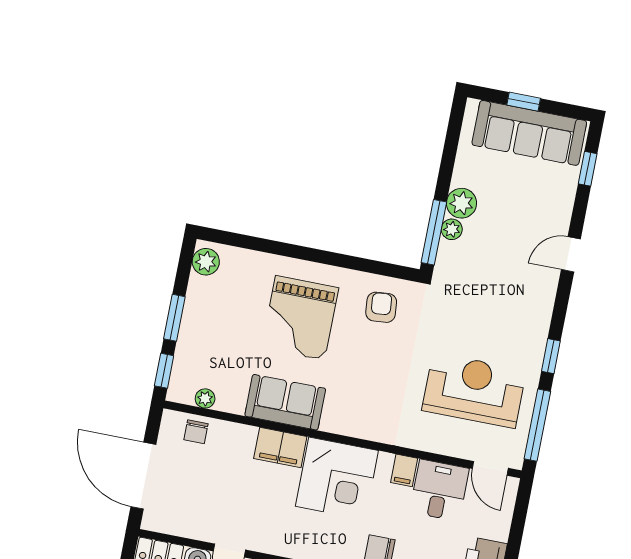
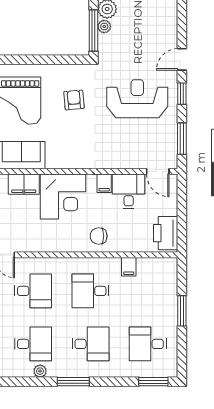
door: (571, 254) -> (182, 59), moved
armchair: (381, 307) -> (74, 100), moved
reception desk: (474, 390) -> (137, 99), moved
window: (537, 425) -> (182, 139), width x0.69

